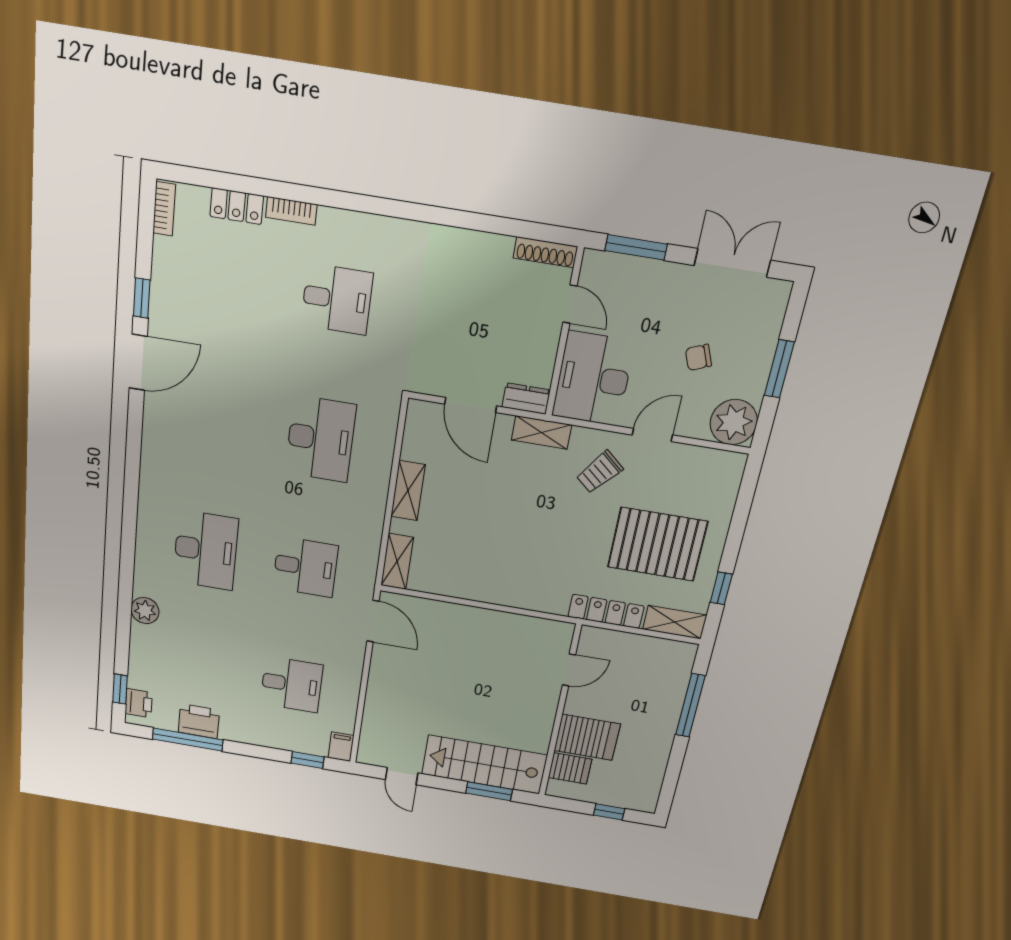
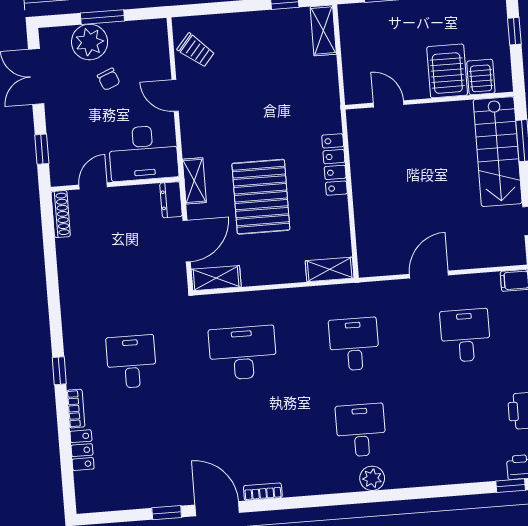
window: (344, 200) -> (59, 371), added
bookcase: (164, 209) -> (263, 492), moved
window: (636, 247) -> (42, 149), width x0.67
plant: (734, 422) -> (90, 42), moved
trolley: (600, 472) -> (196, 50), moved
shelving: (408, 491) -> (216, 278), moved
pallet: (657, 544) -> (261, 197), moved
desk: (206, 550) -> (361, 430), width x0.73
plant: (145, 611) -> (372, 478), moved
locker: (606, 611) -> (335, 165), moved
door: (373, 621) -> (429, 275), moved

